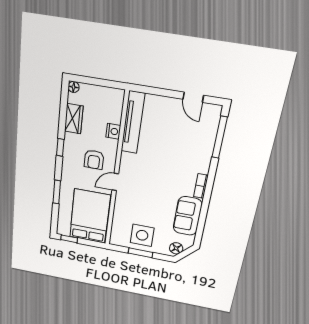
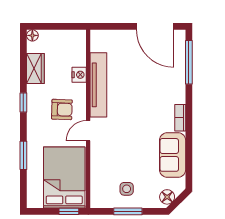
door: (193, 97) -> (155, 26), width x1.88
tv unit: (133, 123) -> (98, 85), moved
armchair: (94, 160) -> (62, 109), turned -88
side table: (142, 235) -> (127, 189), width x0.54, depth x0.54
window: (69, 239) -> (69, 211), moved

